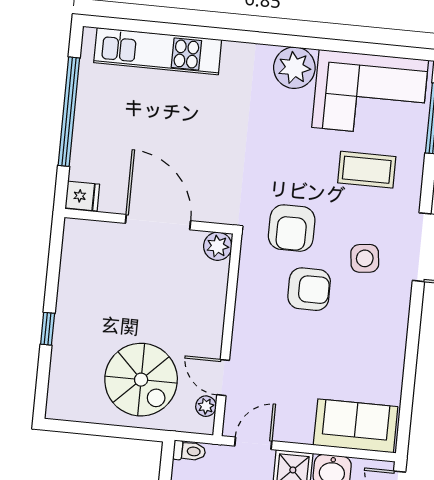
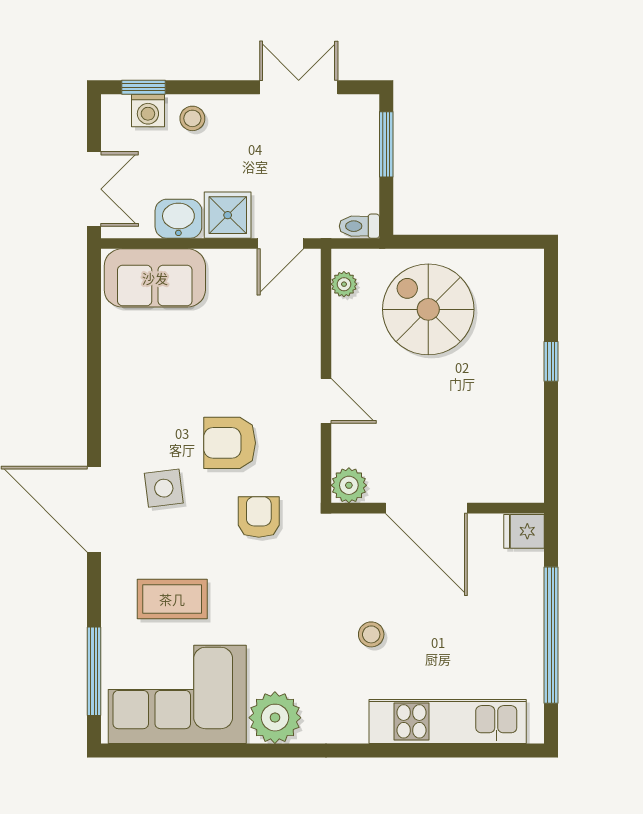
stool: (212, 126) -> (371, 634), added
armchair: (292, 228) -> (259, 517), width x0.72, depth x0.72
door: (223, 378) -> (326, 401), moved

